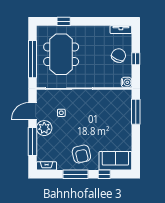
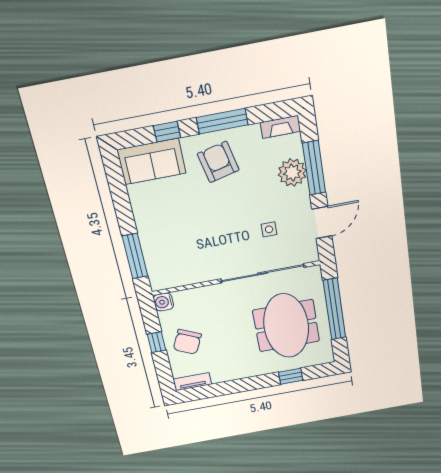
plant: (44, 128) -> (292, 173), moved

